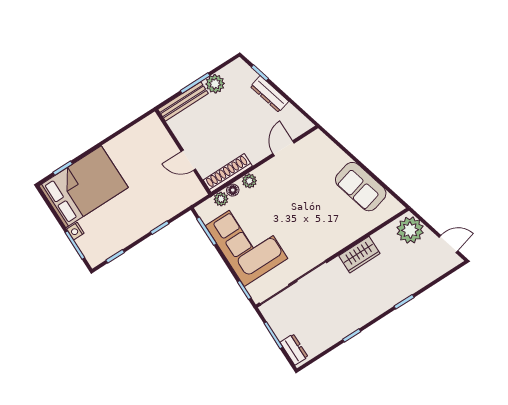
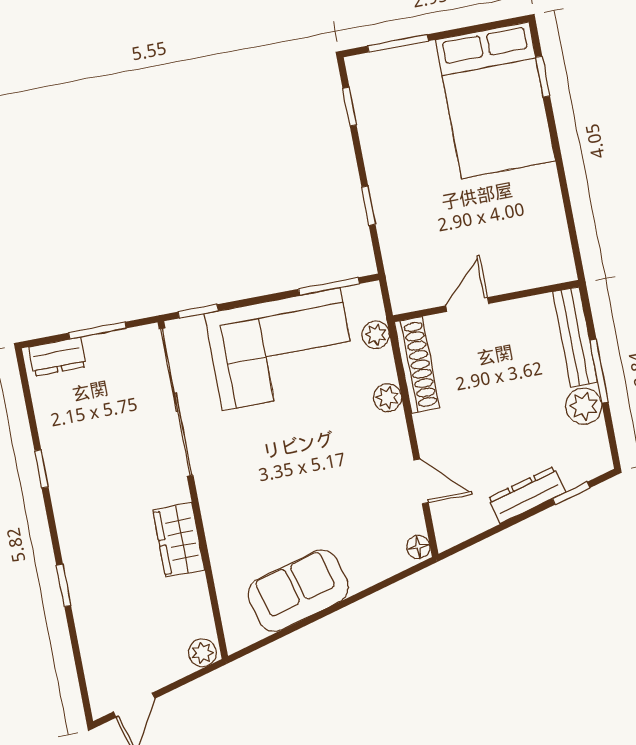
floor lamp: (233, 190) -> (418, 547), moved
plant: (410, 230) -> (202, 653), width x0.53, depth x0.53
nightstand: (75, 231) -> (422, 54), removed

